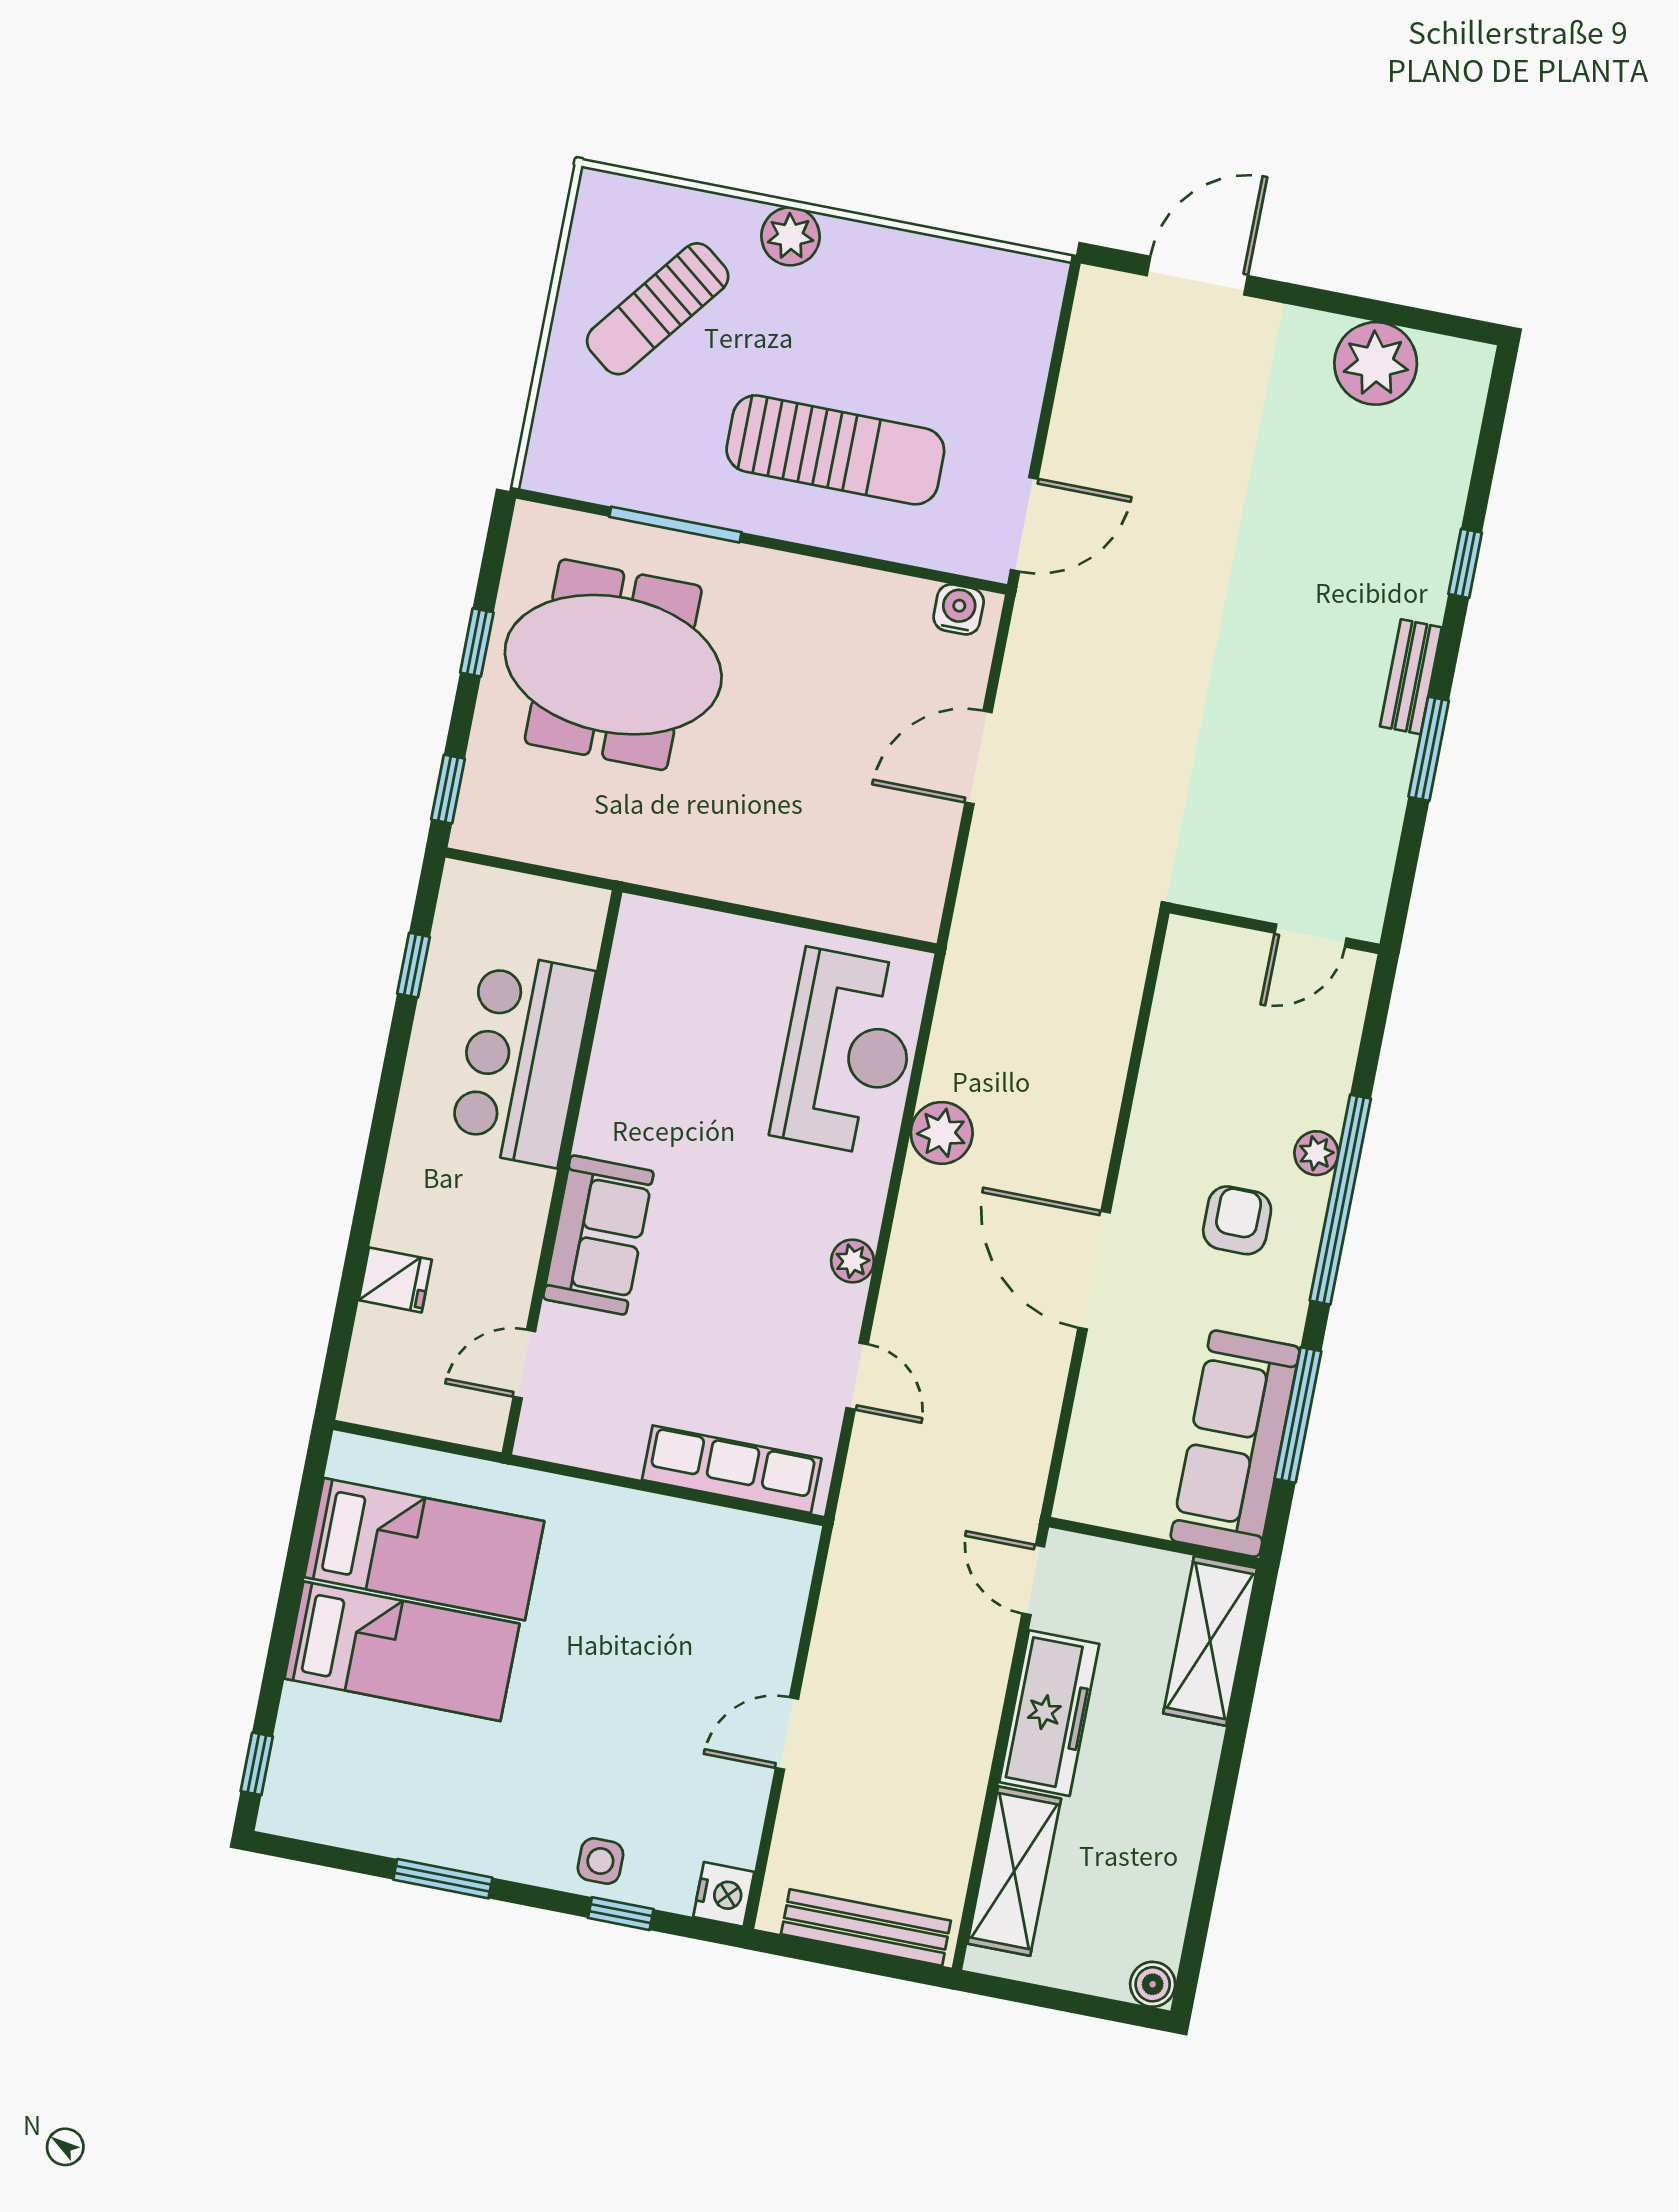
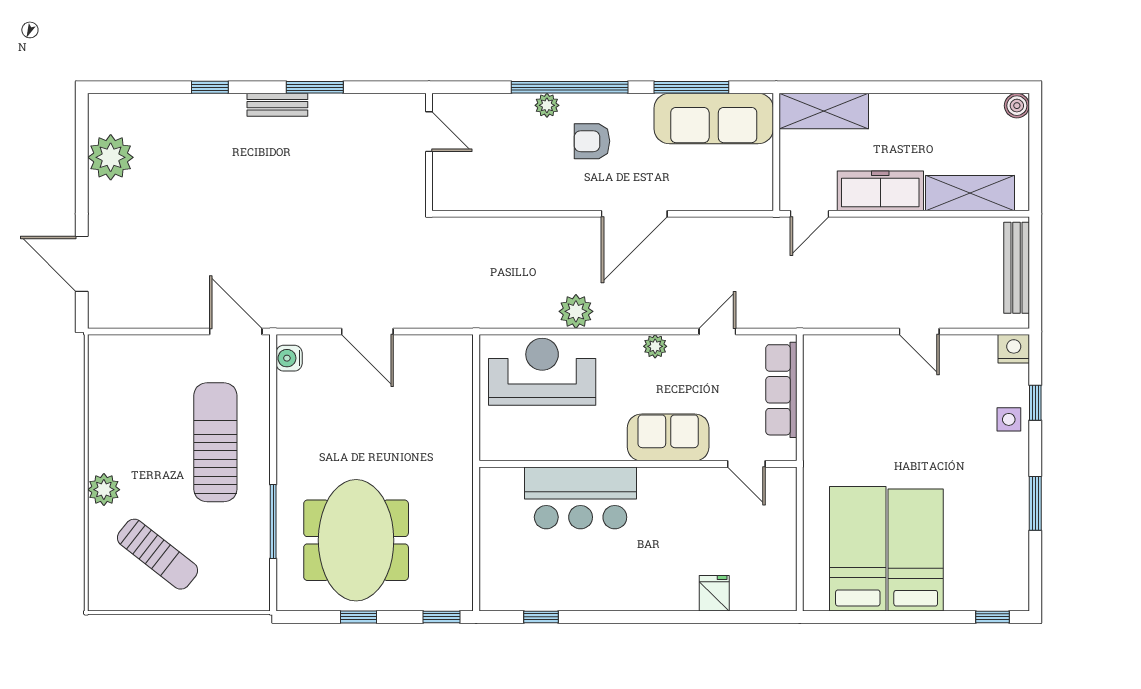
bar counter: (522, 1059) -> (581, 498), moved
wall: (562, 1172) -> (638, 464), moved
sofa: (598, 1235) -> (668, 437), moved
door: (524, 1364) -> (746, 464), moved

